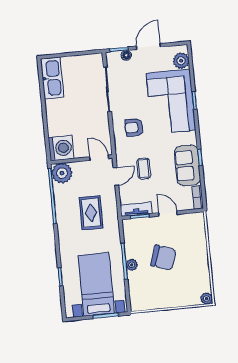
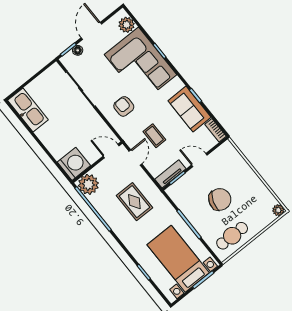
armchair: (134, 127) -> (124, 106), turned 90
plant: (132, 265) -> (197, 223), removed
cafe table: (154, 295) -> (232, 236), added

